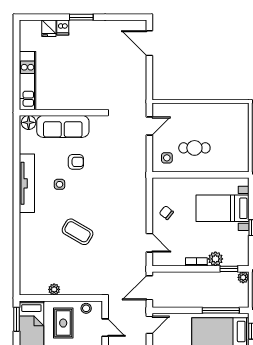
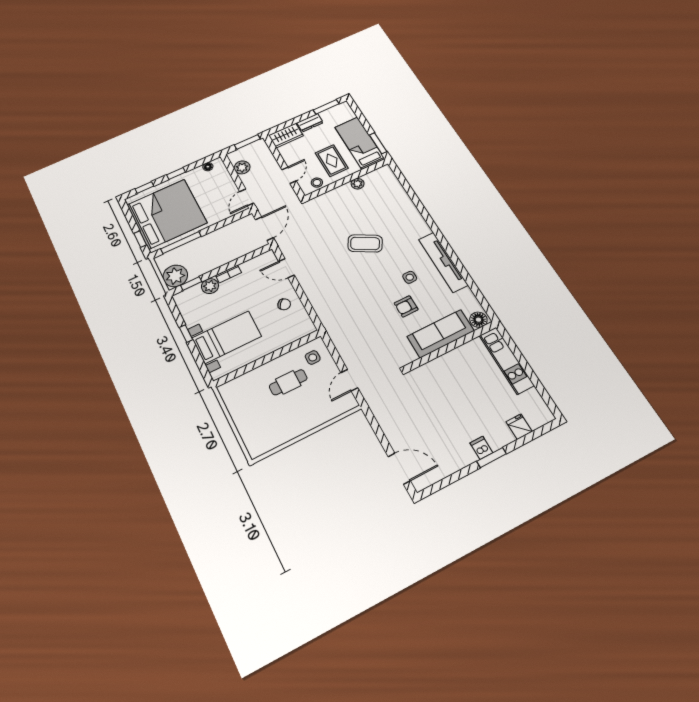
dishwasher: (63, 27) -> (481, 448), moved
plant: (243, 277) -> (175, 276), width x1.88, depth x1.88
door: (105, 328) -> (289, 175), swing flipped

